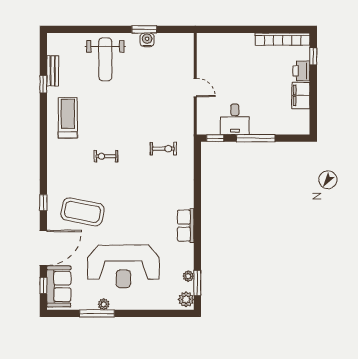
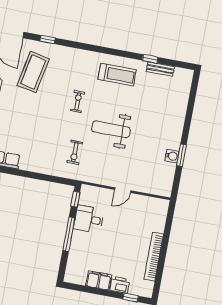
bookcase: (282, 39) -> (154, 257), moved
weight bench: (105, 59) -> (111, 129), moved

